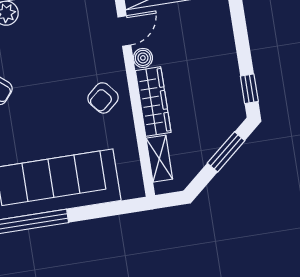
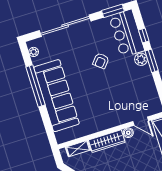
armchair: (103, 98) -> (105, 115), removed

